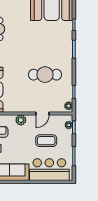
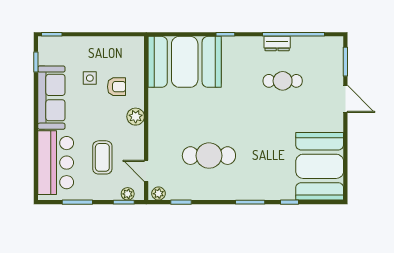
cafe table: (45, 75) -> (209, 156), turned 90
door: (43, 113) -> (146, 171), moved

